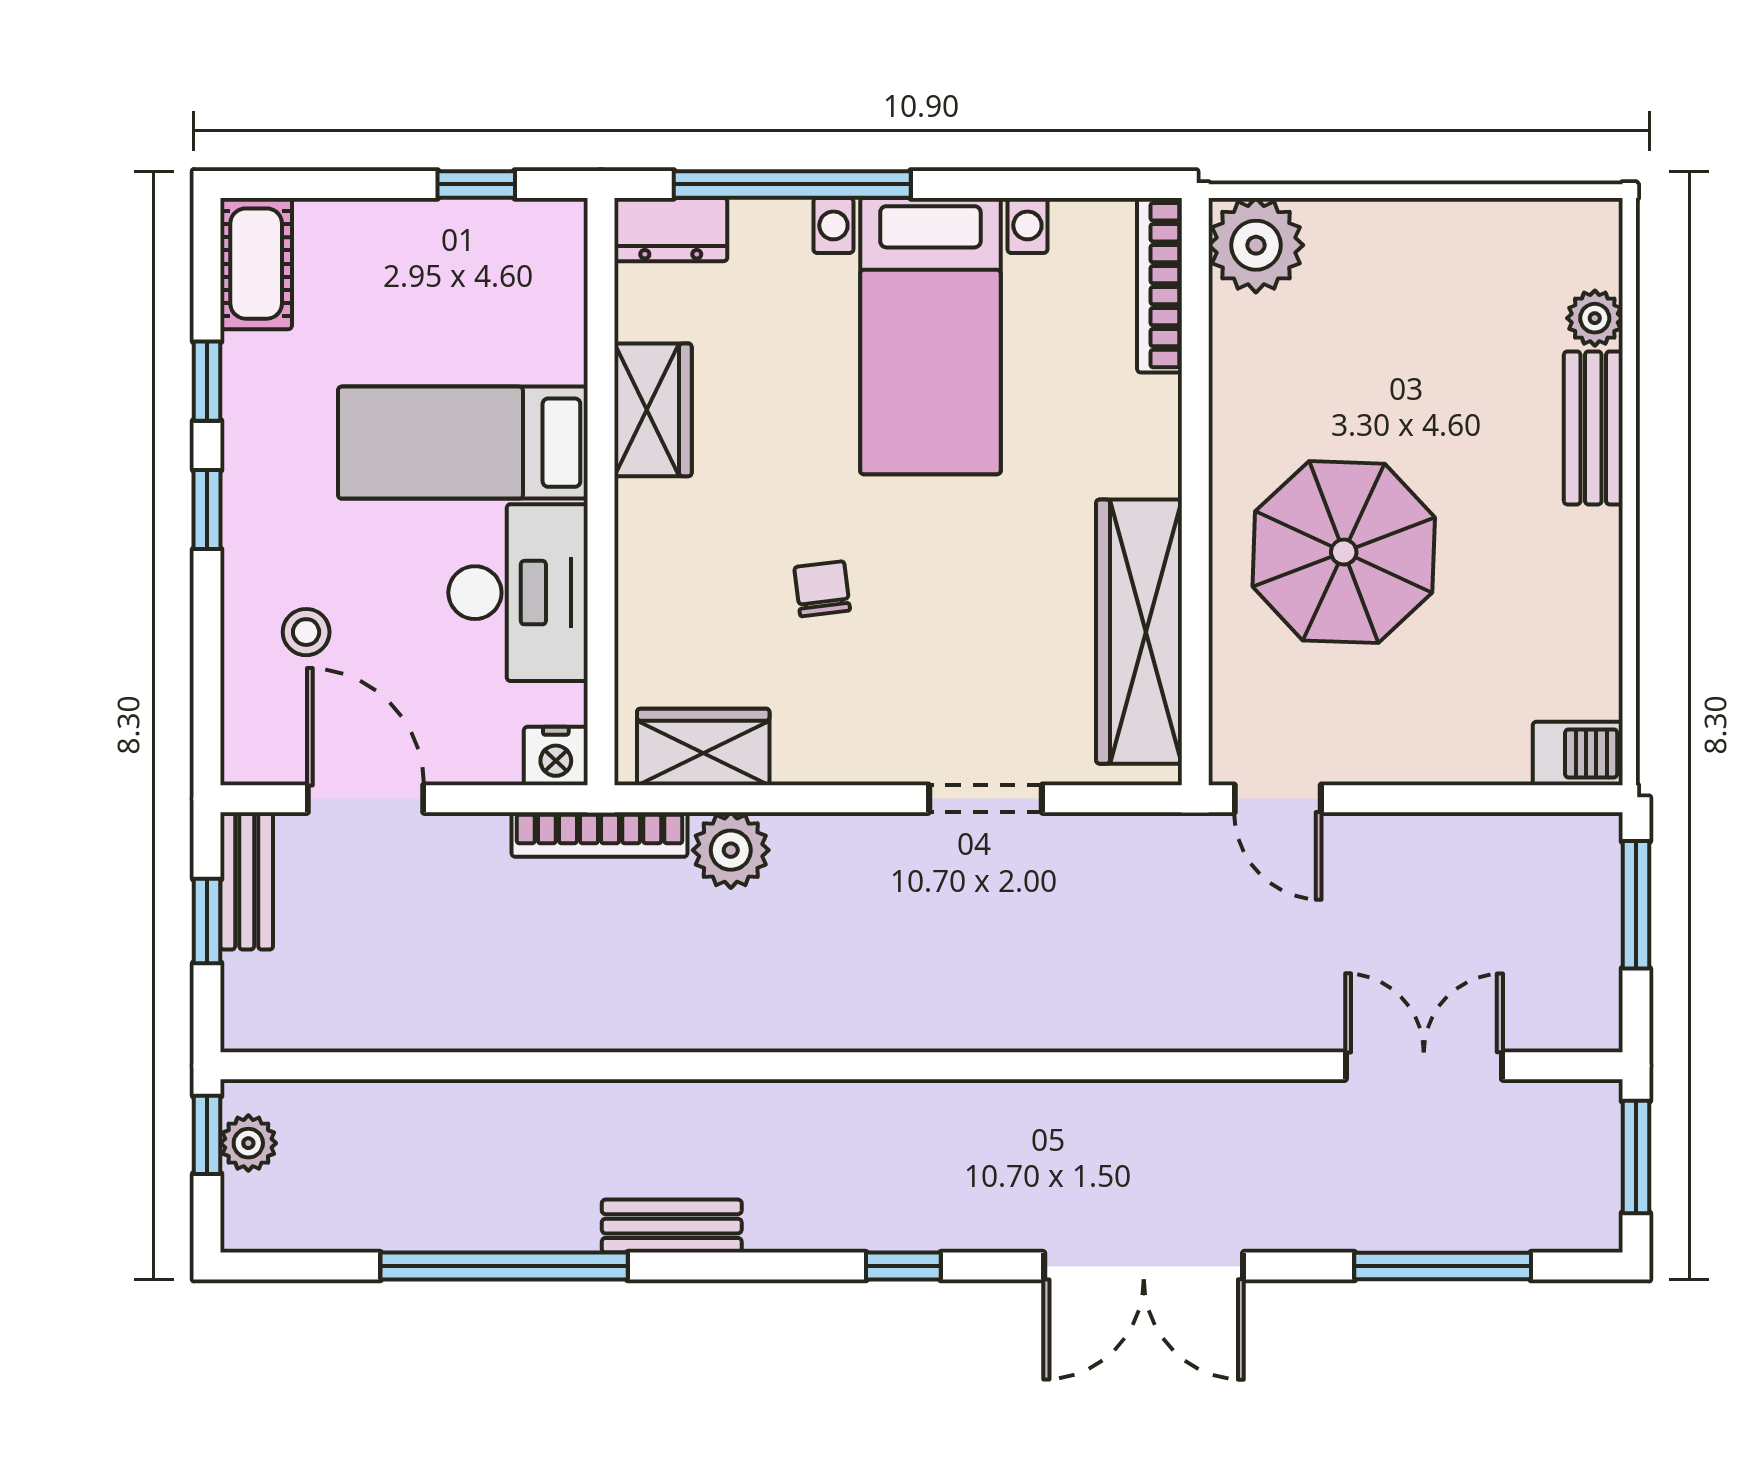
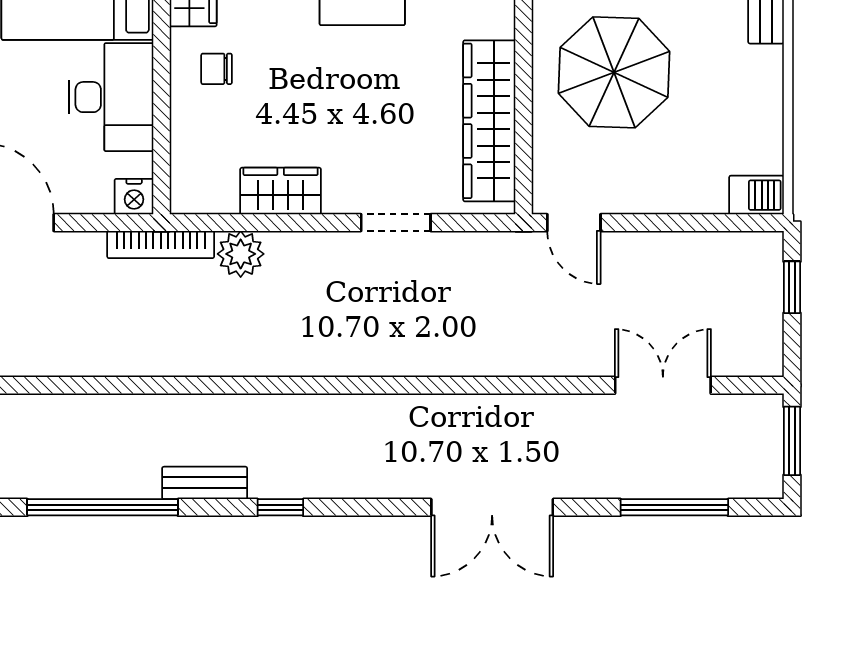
chair: (822, 589) -> (217, 69), moved, turned -83
wardrobe: (703, 747) -> (281, 191), moved
window: (1636, 905) -> (792, 287), width x0.67
window: (903, 1266) -> (280, 507), moved

